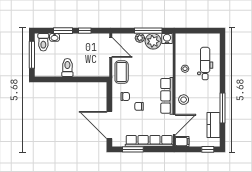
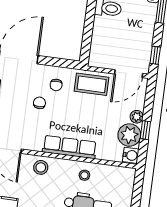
window: (85, 31) -> (155, 55), moved
window: (148, 31) -> (145, 130), width x0.46
row of seats: (167, 96) -> (70, 147), moved

